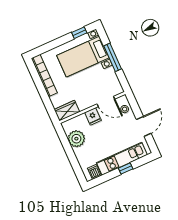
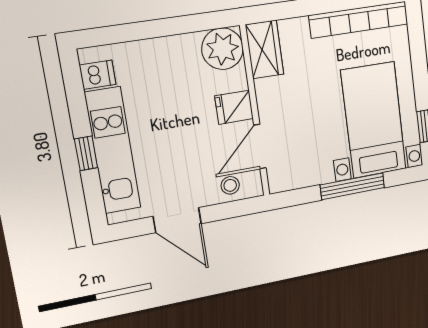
plant: (76, 139) -> (222, 49), moved

